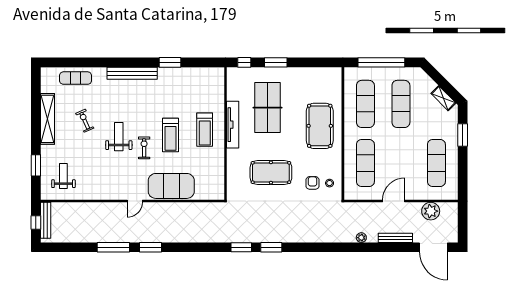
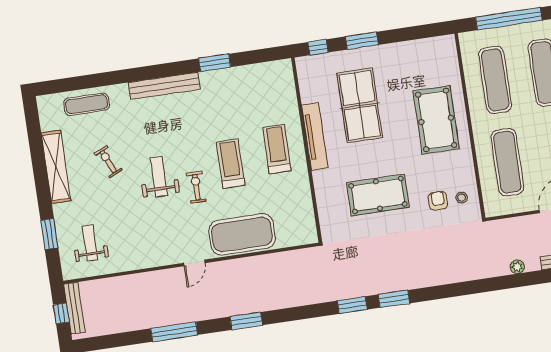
treadmill: (205, 130) -> (277, 149), turned 180
treadmill: (171, 135) -> (230, 164), turned 180
window: (150, 247) -> (246, 321), moved

